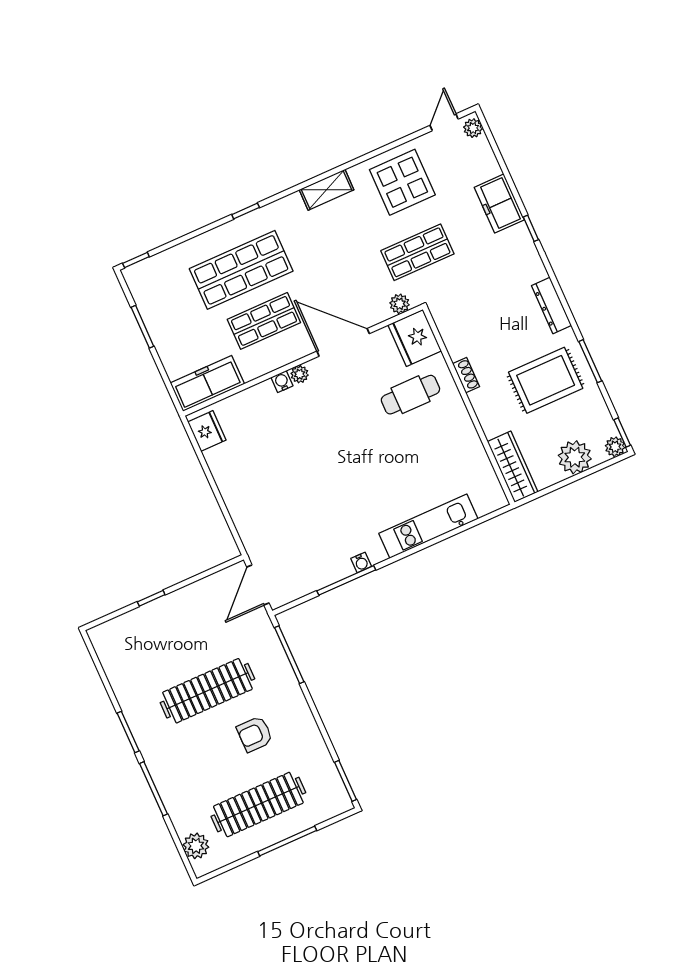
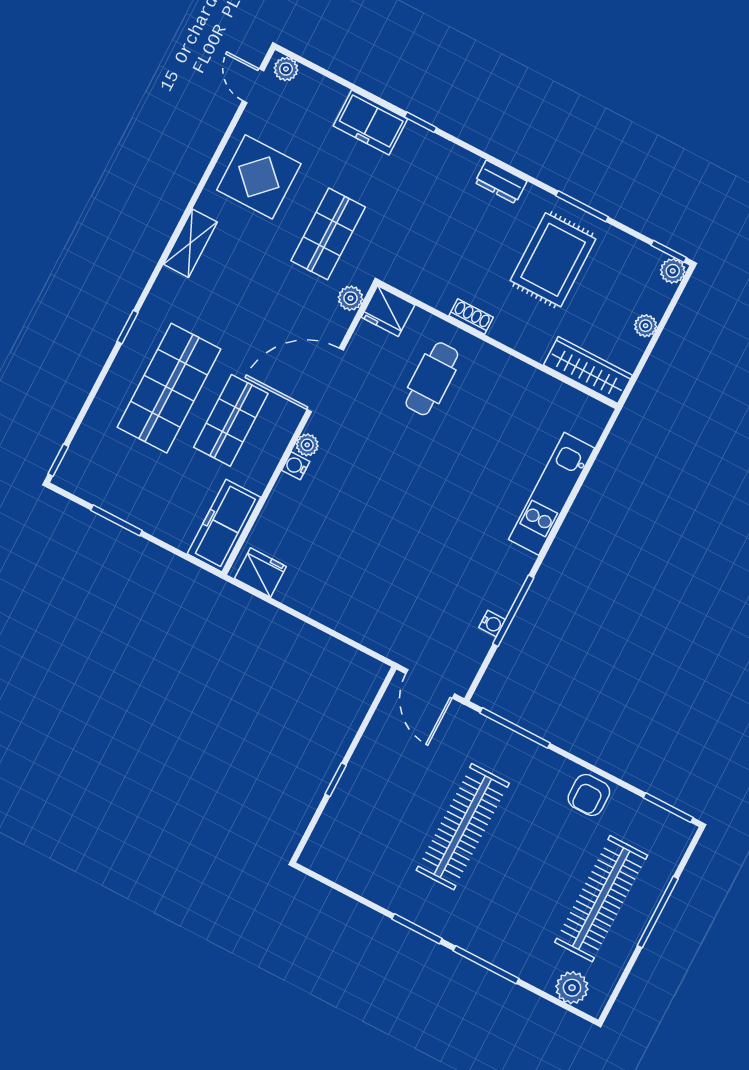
dresser: (551, 306) -> (501, 182), width x0.70
fridge: (415, 338) -> (388, 311), width x0.73, depth x0.75
plant: (575, 457) -> (646, 326), width x0.53, depth x0.53
water cooler: (361, 562) -> (492, 623), moved
armchair: (255, 734) -> (589, 795), moved

